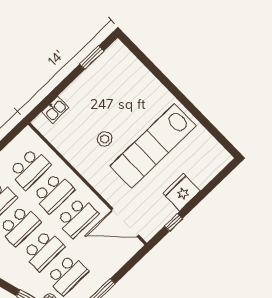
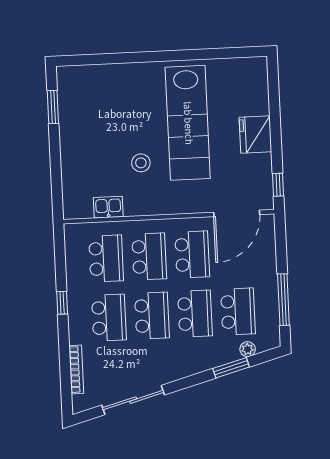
kitchen sink: (55, 110) -> (108, 207), moved, turned -90
window: (174, 222) -> (278, 185), moved

